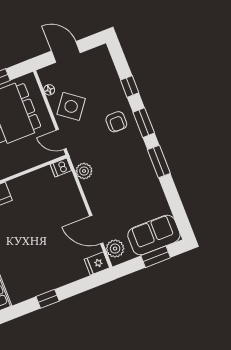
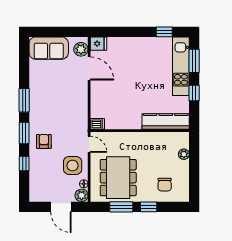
side table: (71, 106) -> (73, 165), turned -37
plant: (84, 171) -> (82, 195), moved
window: (156, 257) -> (54, 32), removed
window: (48, 299) -> (164, 32), moved

